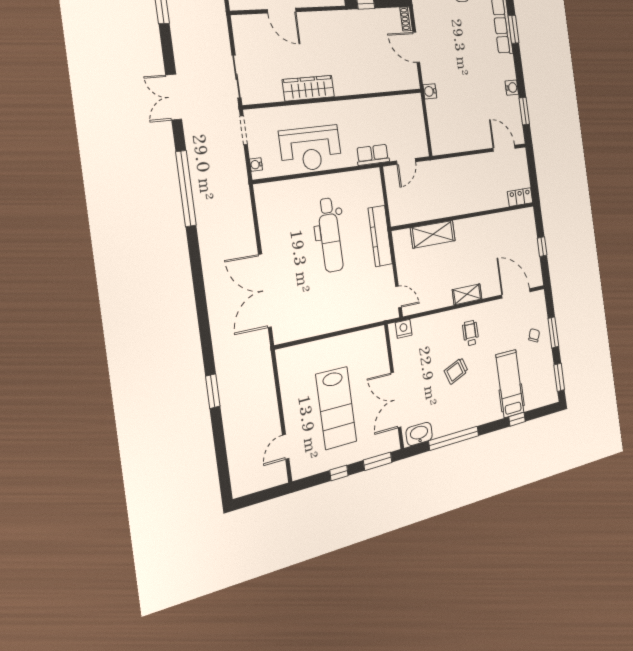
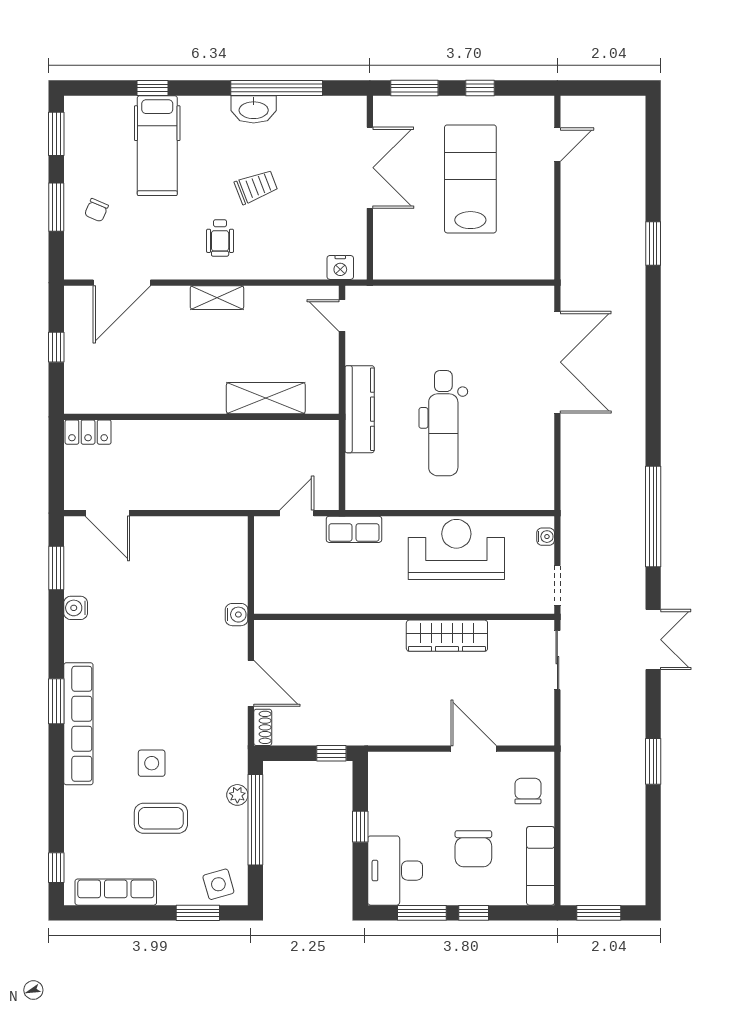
dental chair: (330, 235) -> (443, 423), turned 180
door: (516, 293) -> (122, 283), hinge flipped
washbasin: (419, 434) -> (254, 109), moved

